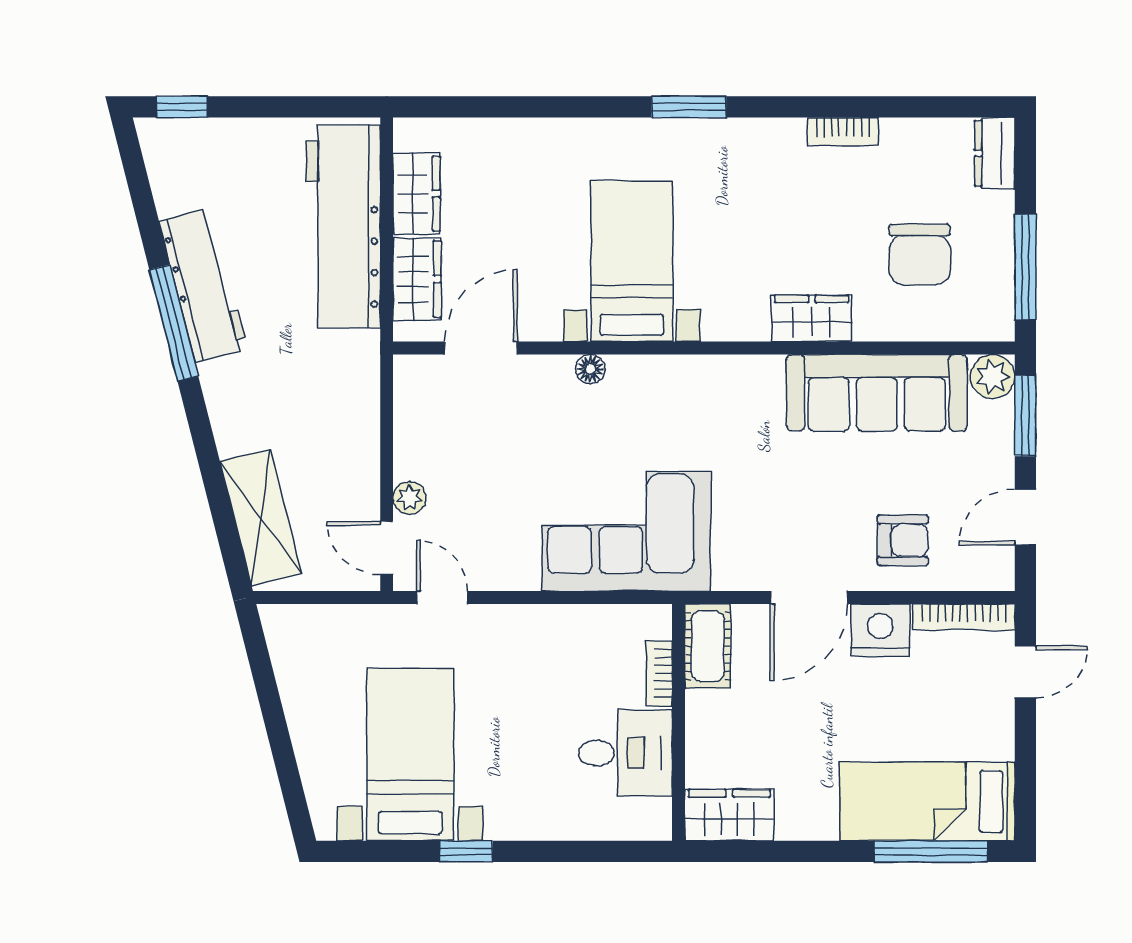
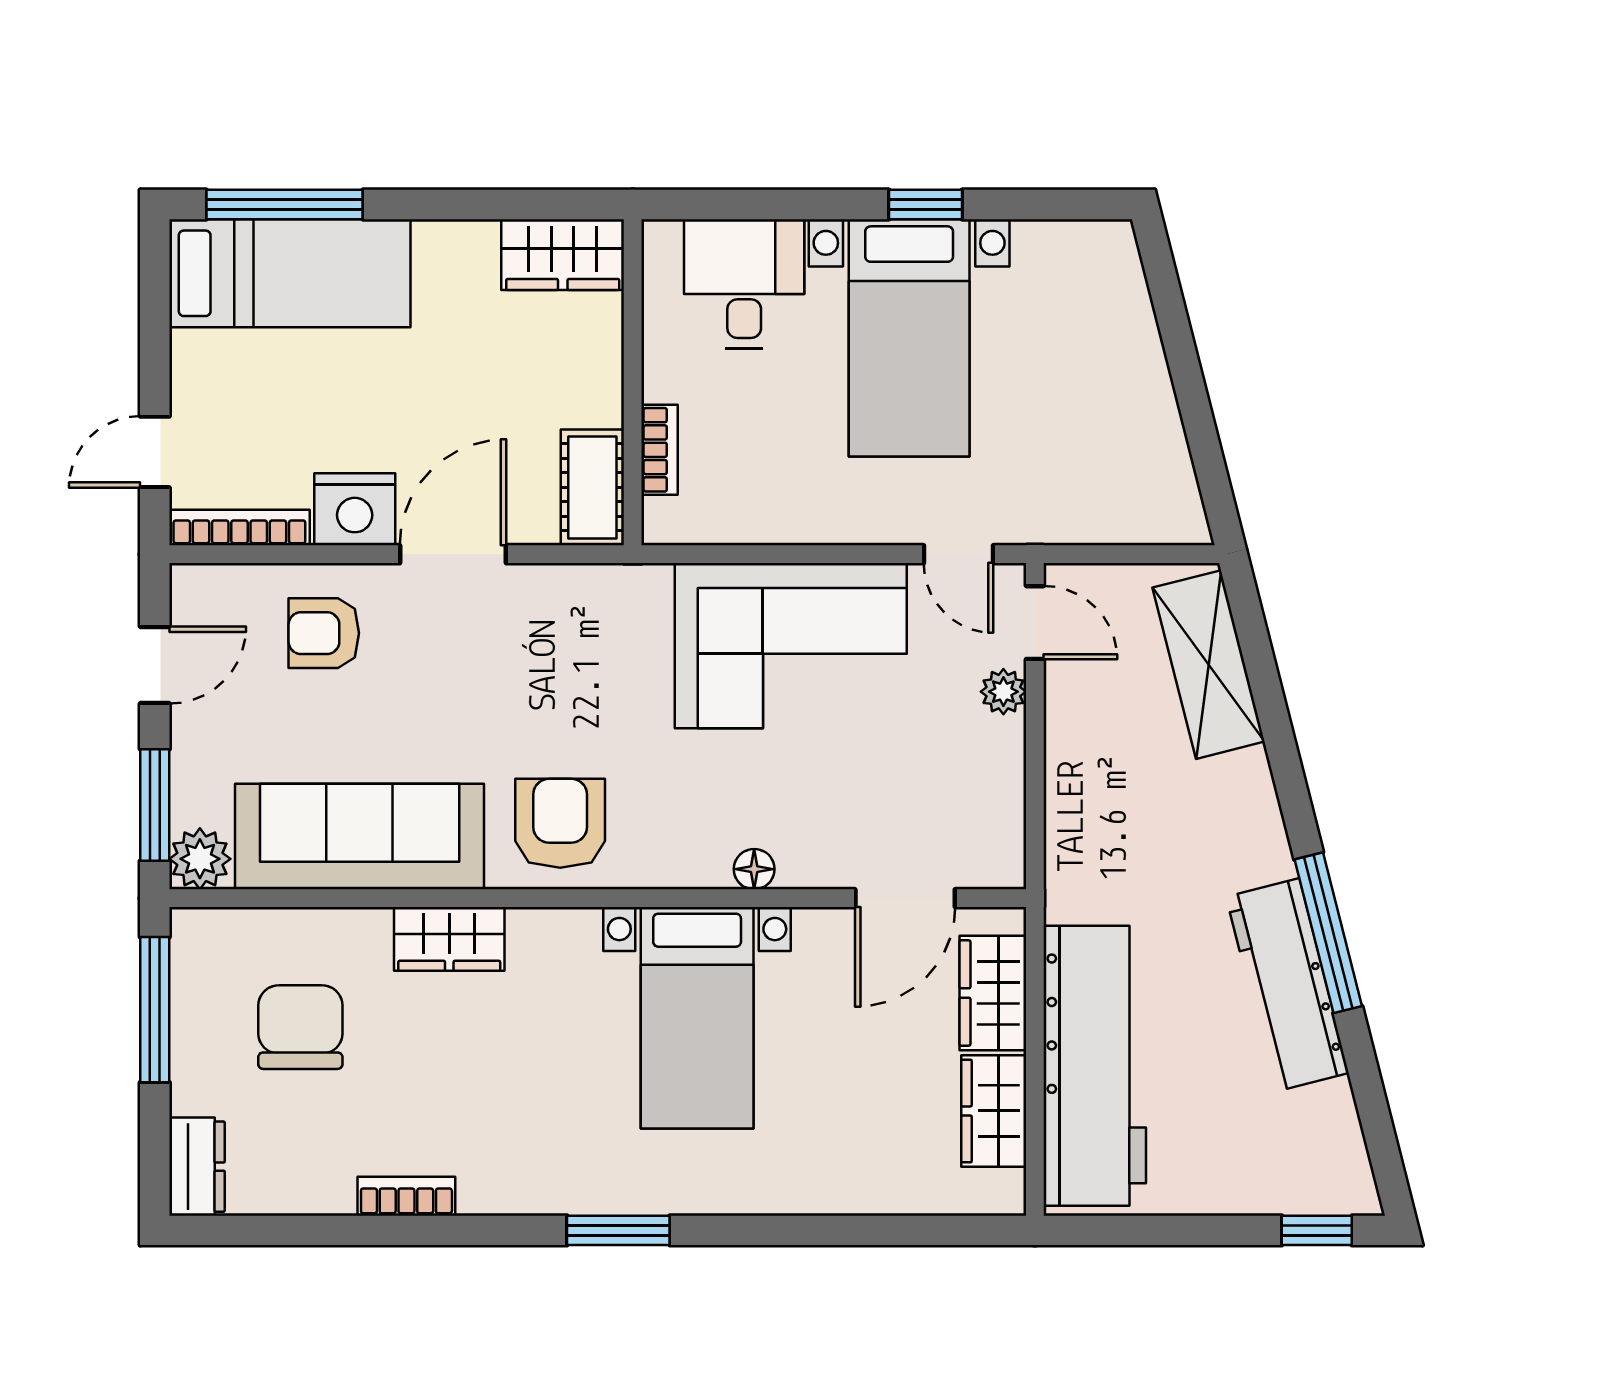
armchair: (731, 402) -> (560, 823), added
corner sofa: (626, 531) -> (791, 646), moved
desk: (625, 753) -> (744, 284), moved, turned 90
bed with nightstands: (410, 755) -> (909, 338), moved

